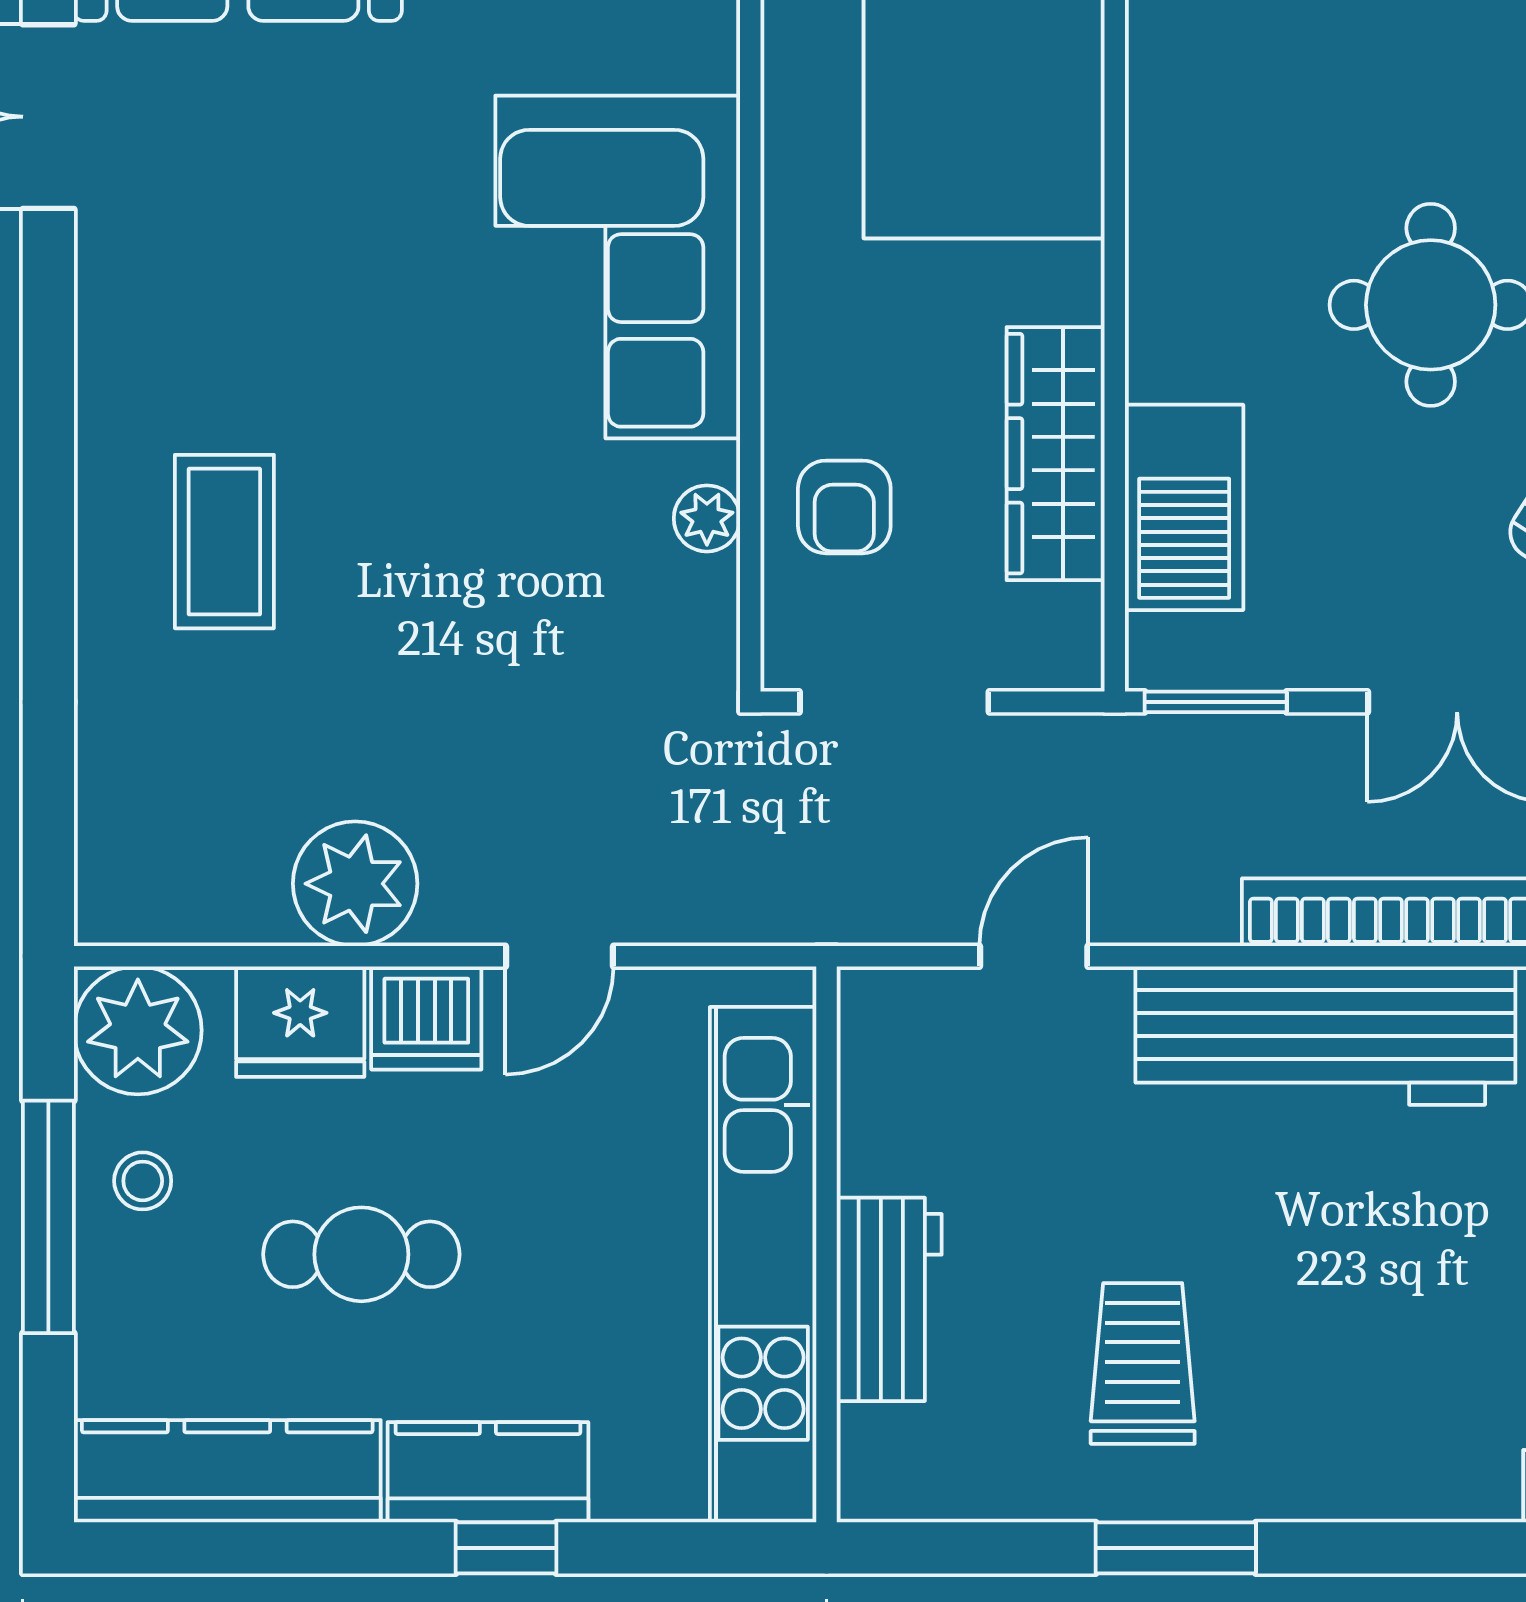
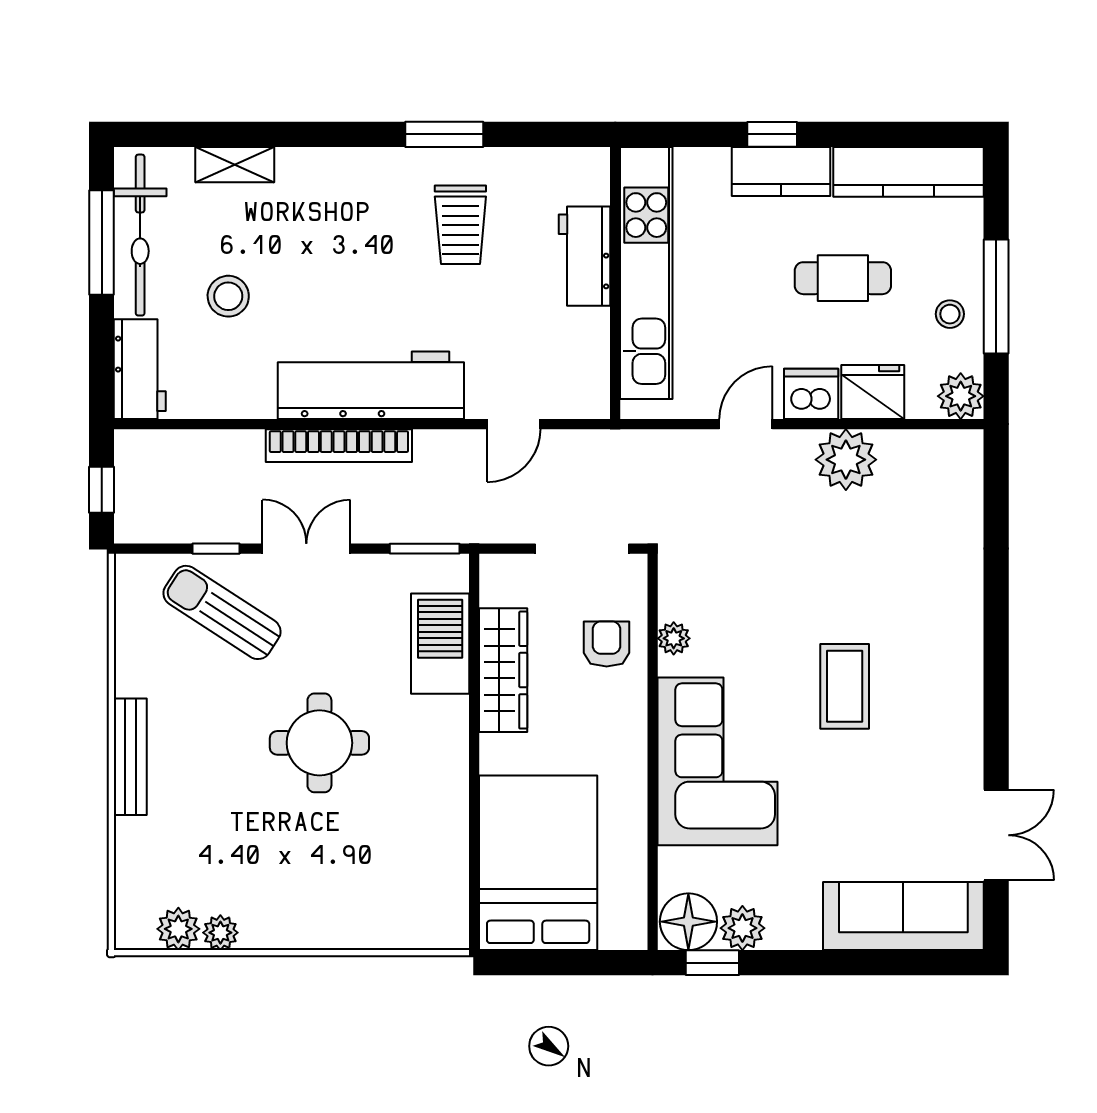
coffee table: (224, 542) -> (845, 686), moved
plant: (138, 1030) -> (961, 396), width x0.73, depth x0.73

